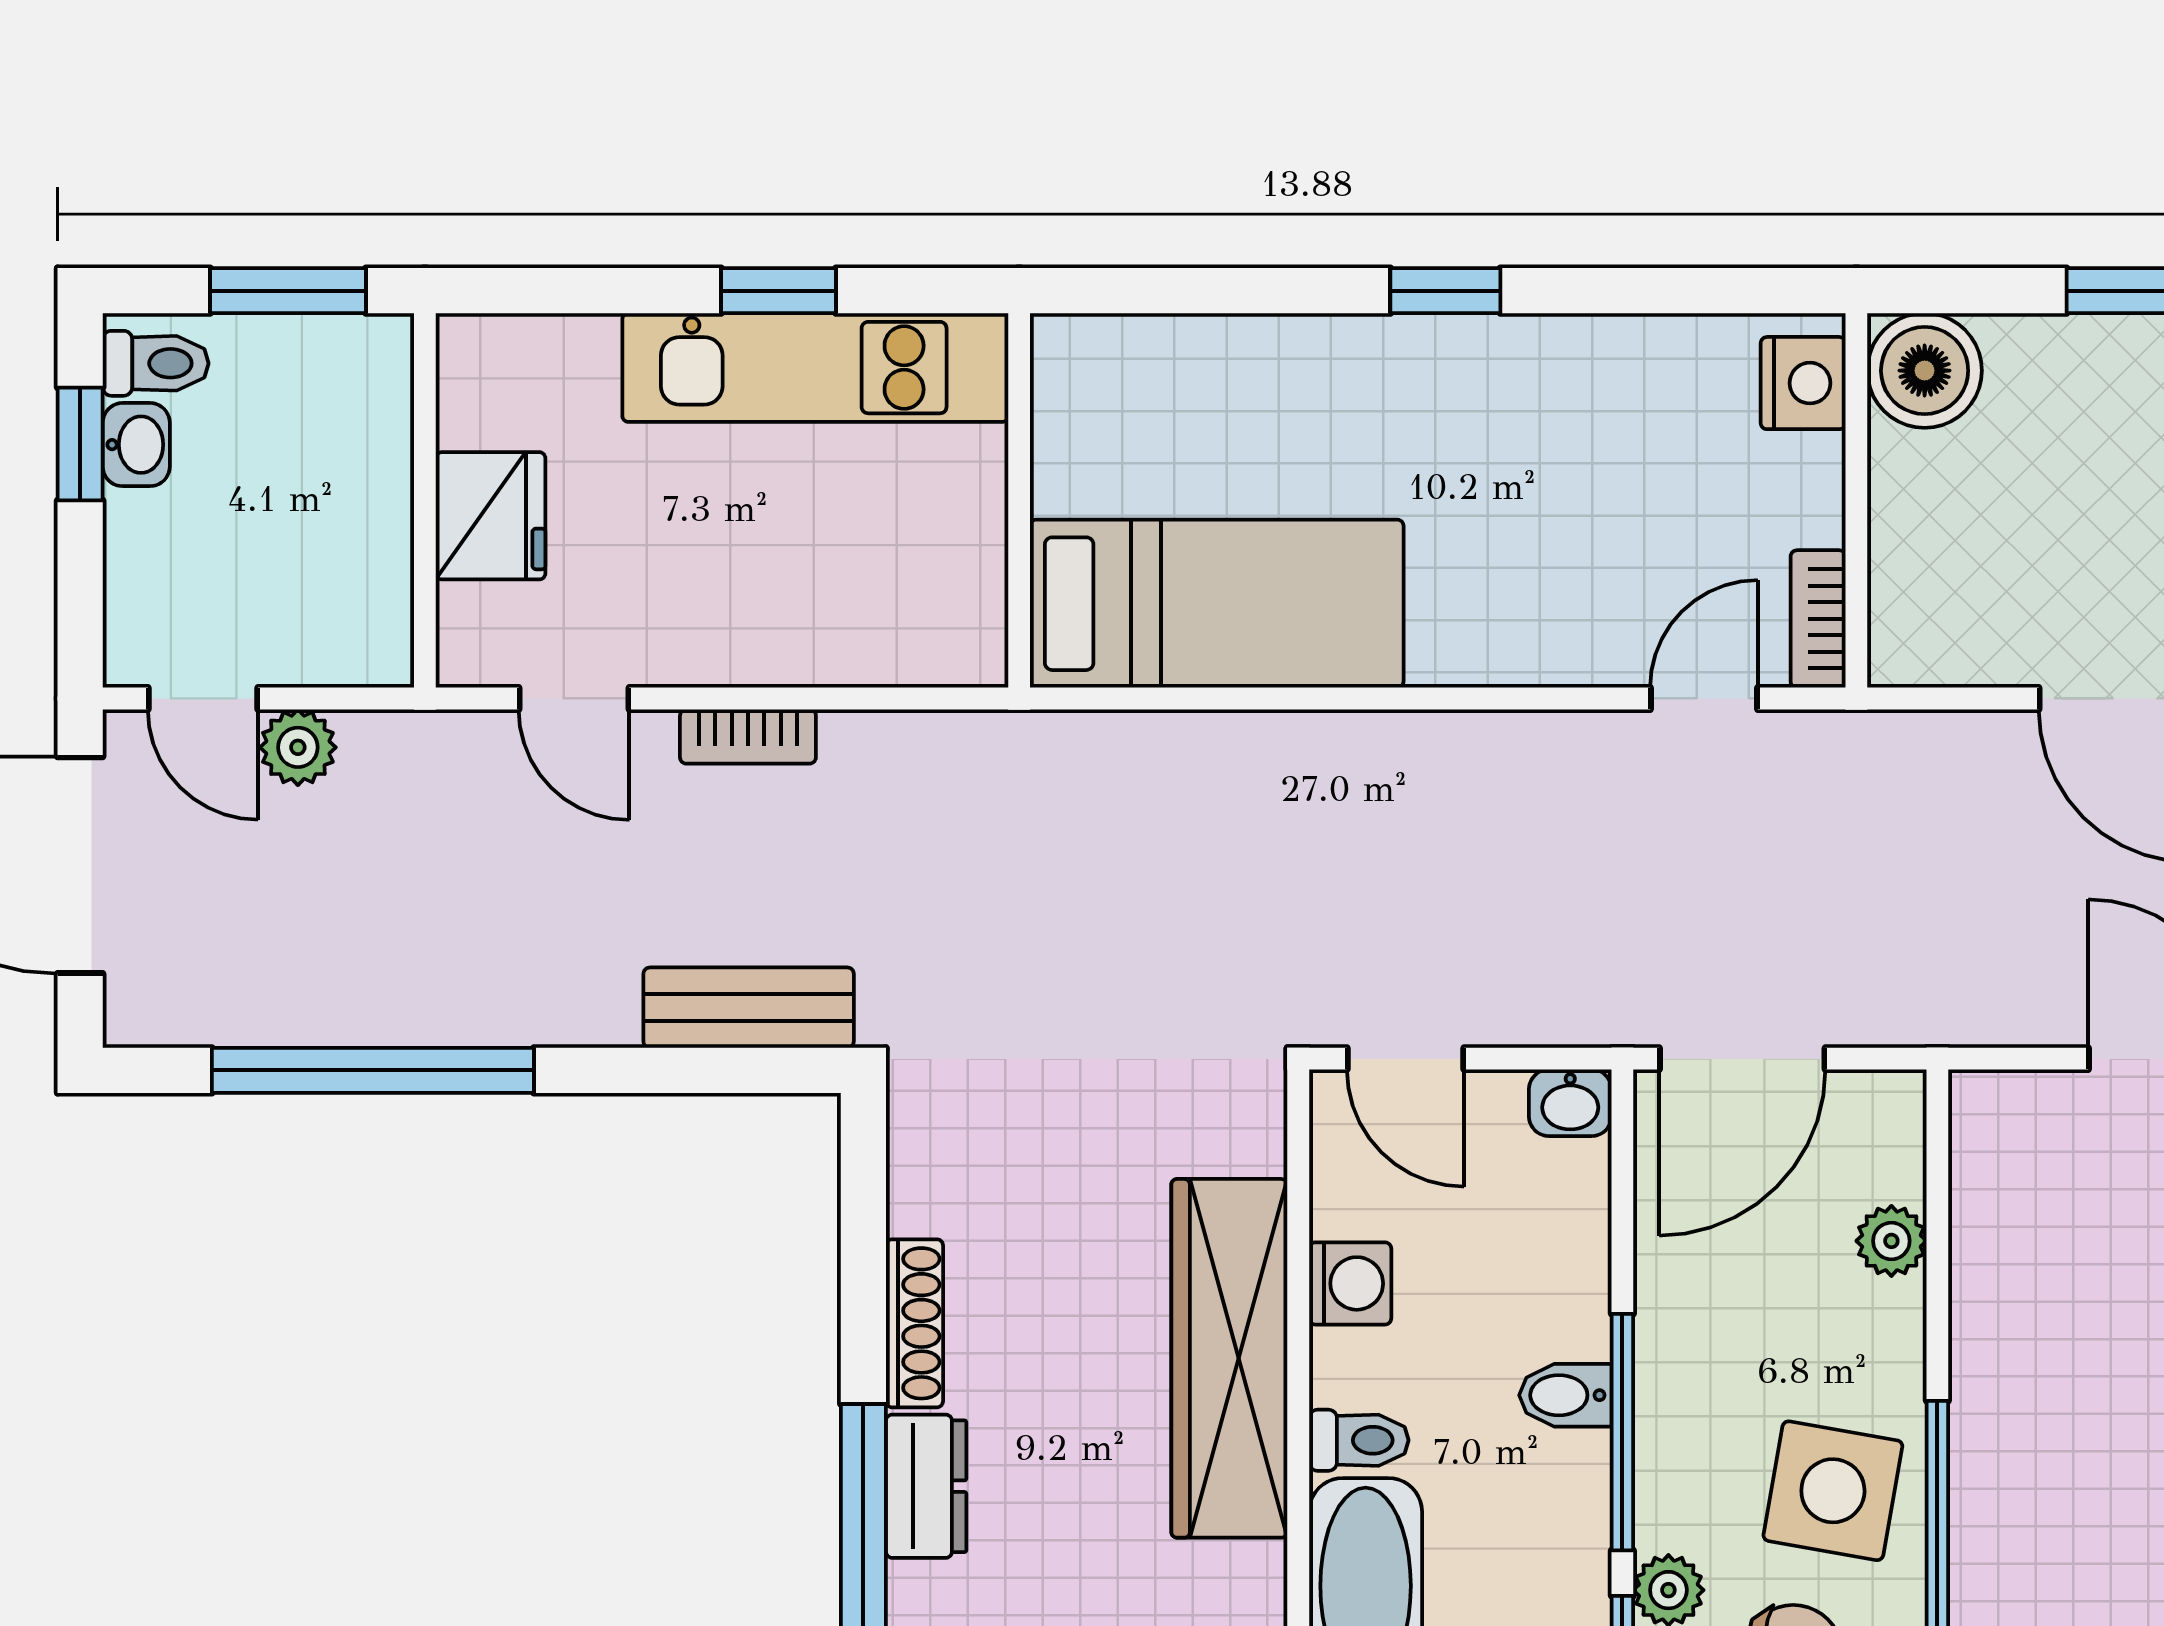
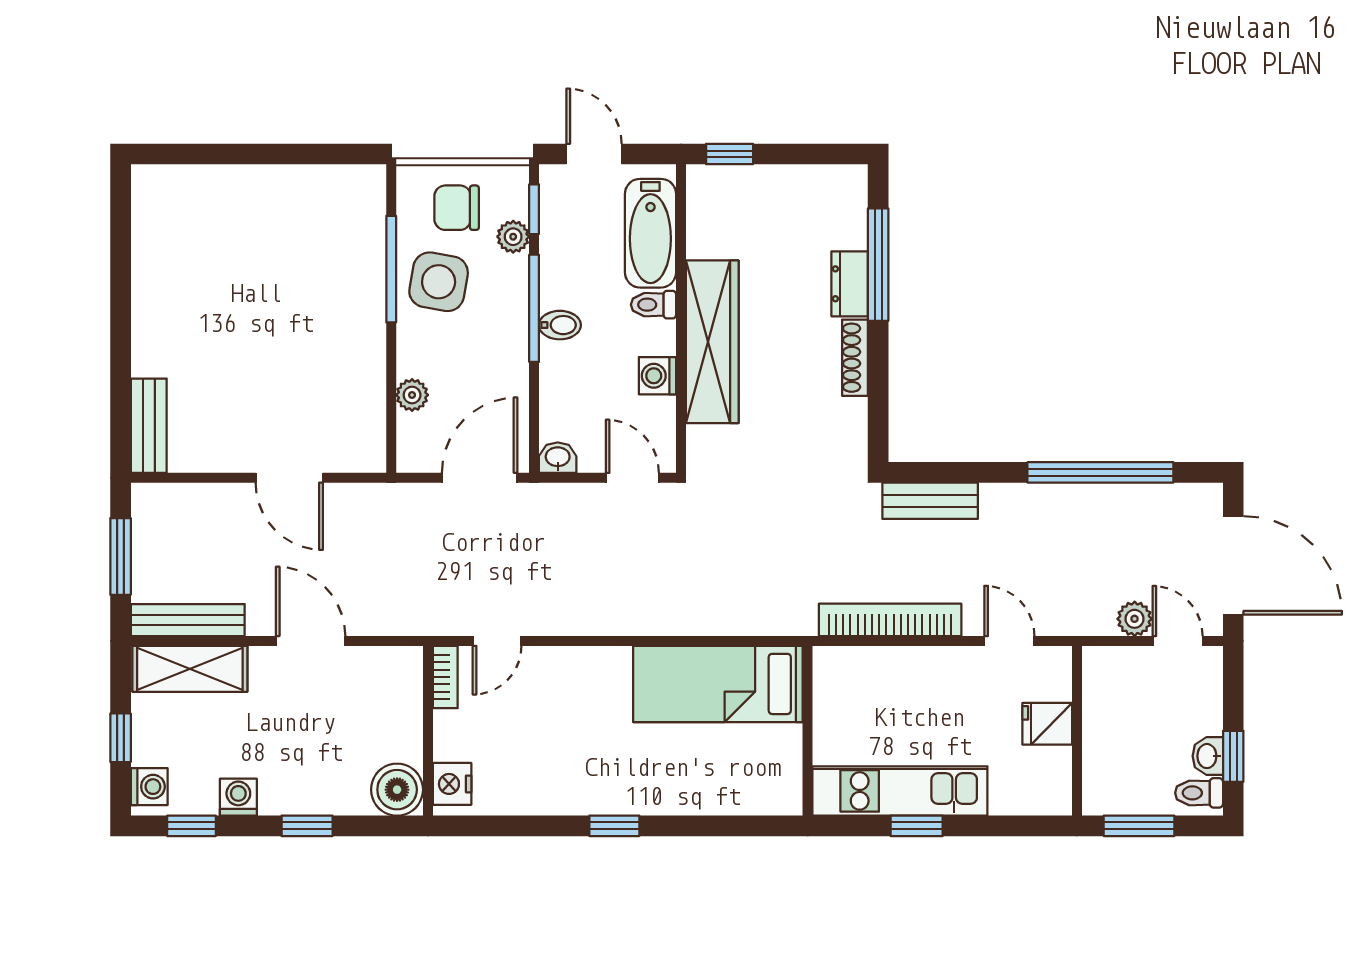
fridge: (491, 516) -> (1047, 724), width x0.72
bookcase: (748, 736) -> (890, 620), width x2.31, depth x1.31

